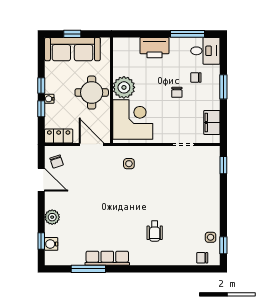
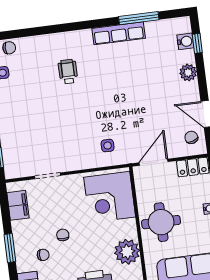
plant: (124, 87) -> (127, 252), moved
door: (92, 144) -> (154, 162), swing flipped

